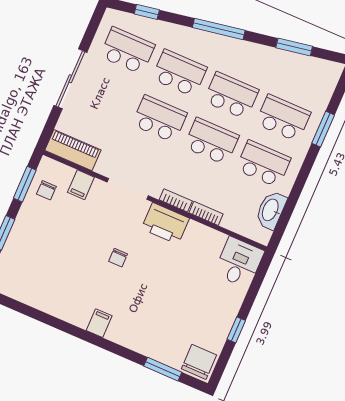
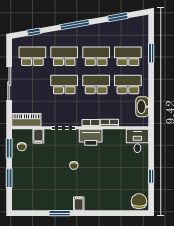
window: (163, 369) -> (60, 213), moved

